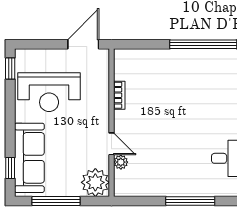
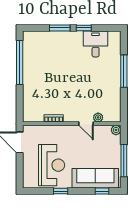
window: (10, 69) -> (61, 191), moved
door: (111, 144) -> (86, 124), swing flipped
plant: (95, 182) -> (116, 130), width x0.53, depth x0.53

